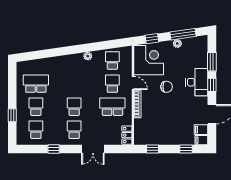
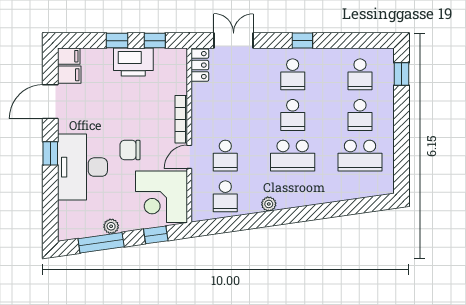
window: (212, 62) -> (50, 194), removed
desk: (197, 82) -> (82, 167), width x1.36, depth x1.30
door: (133, 83) -> (189, 157), hinge flipped
school desk: (112, 107) -> (293, 156), moved
window: (12, 115) -> (401, 74), moved
printer: (165, 137) -> (133, 62), added
window: (54, 149) -> (302, 41), moved
double door: (93, 149) -> (234, 41), moved
window: (186, 149) -> (117, 41), moved

